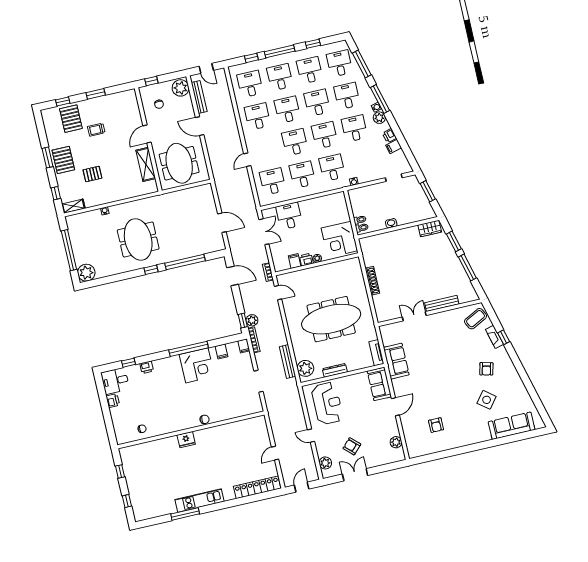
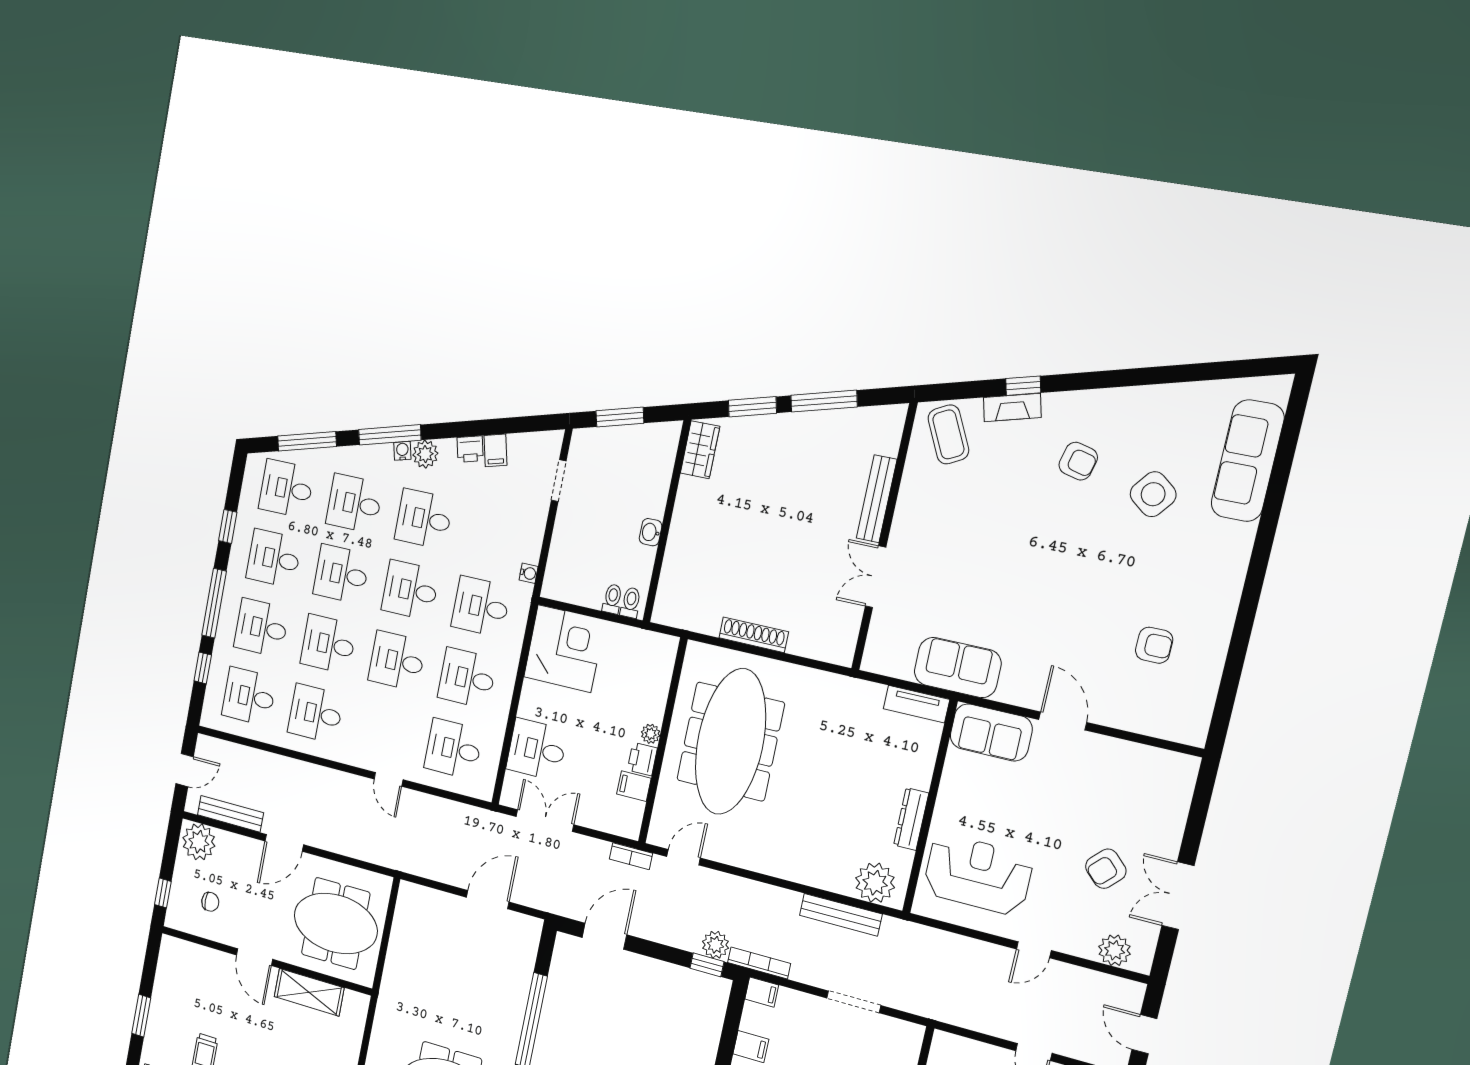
corner desk: (339, 239) -> (564, 649), moved, turned -90
meeting table: (331, 319) -> (730, 742), moved
plant: (396, 442) -> (1148, 760), removed

